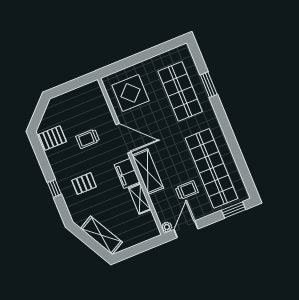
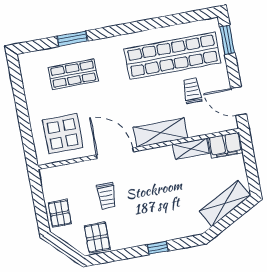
shop shelf: (180, 91) -> (73, 74), width x0.70, depth x0.74
door: (123, 138) -> (115, 153), hinge flipped
filing cabinet: (127, 173) -> (225, 145), moved
pallet: (84, 184) -> (60, 213), moved
plant: (167, 227) -> (231, 124), removed

